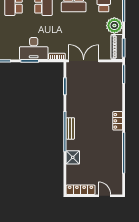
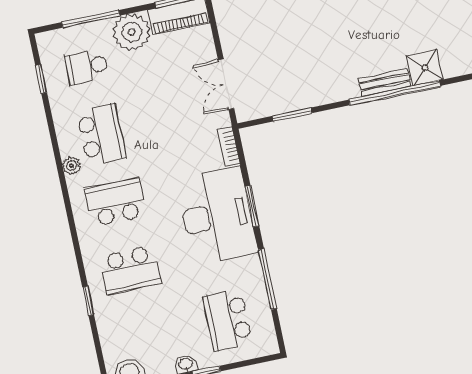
desk: (34, 49) -> (217, 216), width x1.36, depth x1.30
double door: (84, 61) -> (226, 84), width x0.73
shower: (73, 157) -> (425, 68), moved

